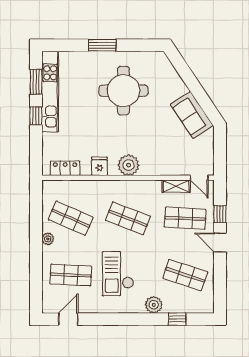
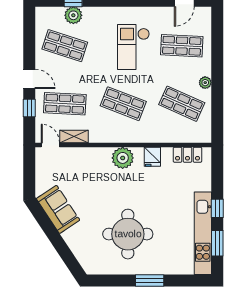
checkout: (118, 274) -> (133, 47), turned 180
plant: (154, 305) -> (73, 15), moved

